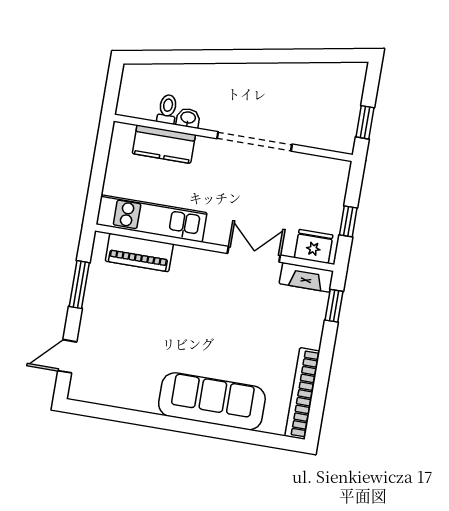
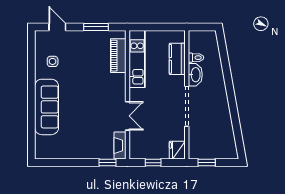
washbasin: (188, 118) -> (195, 75), width x1.91, depth x1.45
fridge: (314, 246) -> (177, 150), moved, turned 180
side table: (129, 376) -> (53, 61), added
bookcase: (302, 393) -> (59, 154), removed

